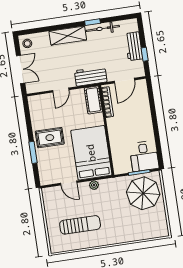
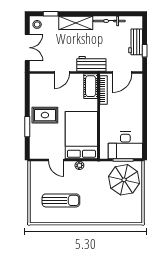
window: (92, 22) -> (51, 14), moved
desk: (144, 156) -> (125, 145), width x1.37

